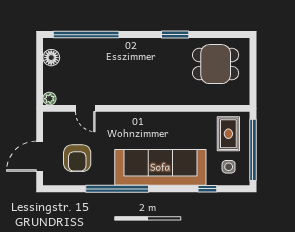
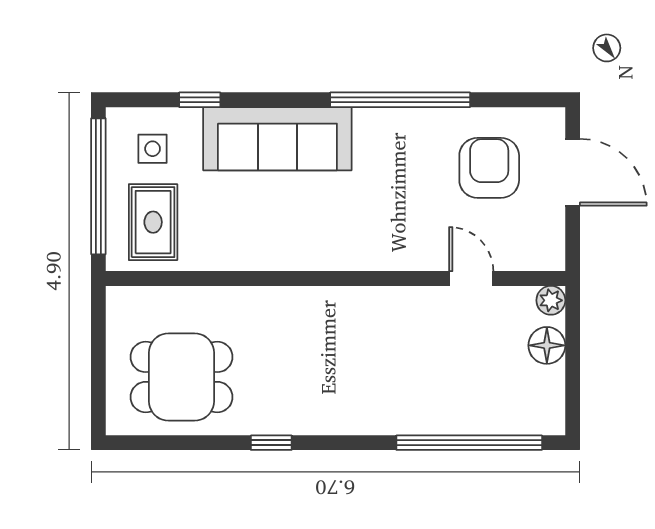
window: (175, 35) -> (271, 443), width x0.67
floor lamp: (51, 58) -> (547, 345), moved
door: (40, 156) -> (573, 172), hinge flipped
sofa: (160, 167) -> (277, 139), width x0.74, depth x0.79

